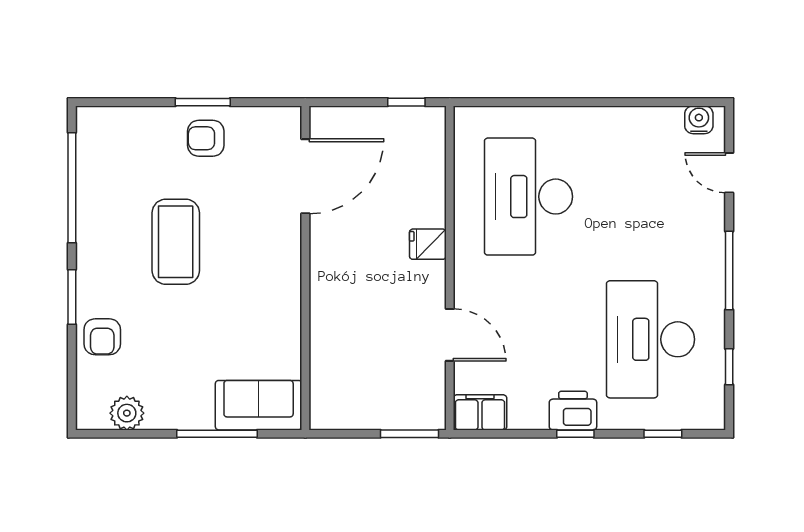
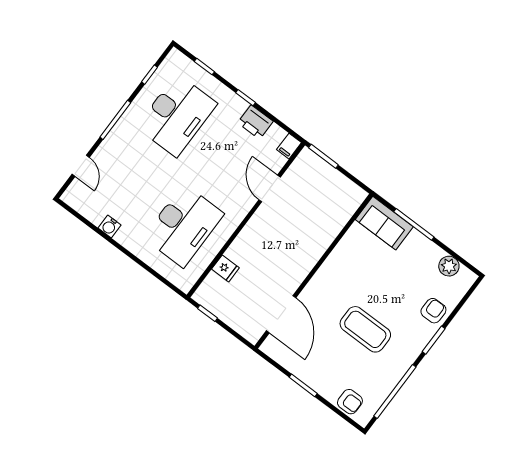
water cooler: (699, 120) -> (110, 226), moved
armchair: (206, 138) -> (350, 402), moved
door: (305, 176) -> (281, 314), swing flipped
coffee table: (176, 242) -> (365, 329), turned 90
fridge: (428, 244) -> (225, 268), moved
printer: (573, 411) -> (255, 122), moved
filing cabinet: (480, 412) -> (289, 146), width x0.50

